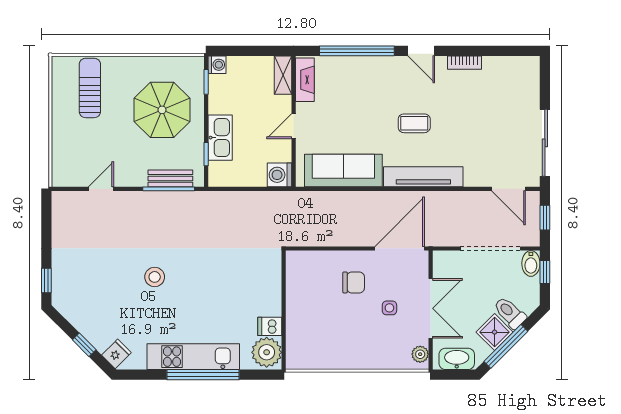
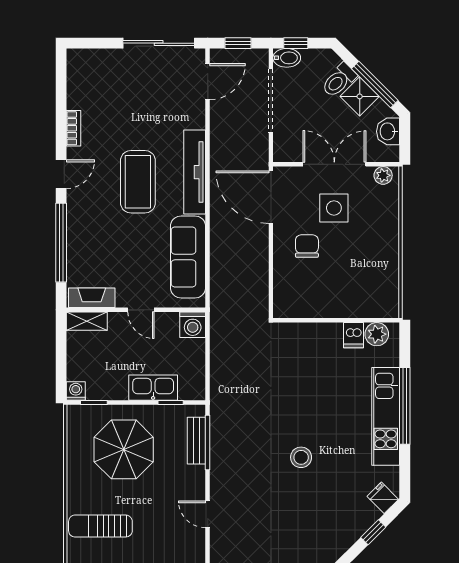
coffee table: (414, 123) -> (138, 182), width x1.86, depth x1.72
side table: (389, 308) -> (334, 208), width x1.87, depth x1.87
plant: (267, 352) -> (377, 334), width x0.73, depth x0.73
washbasin: (457, 359) -> (388, 131), width x0.72

